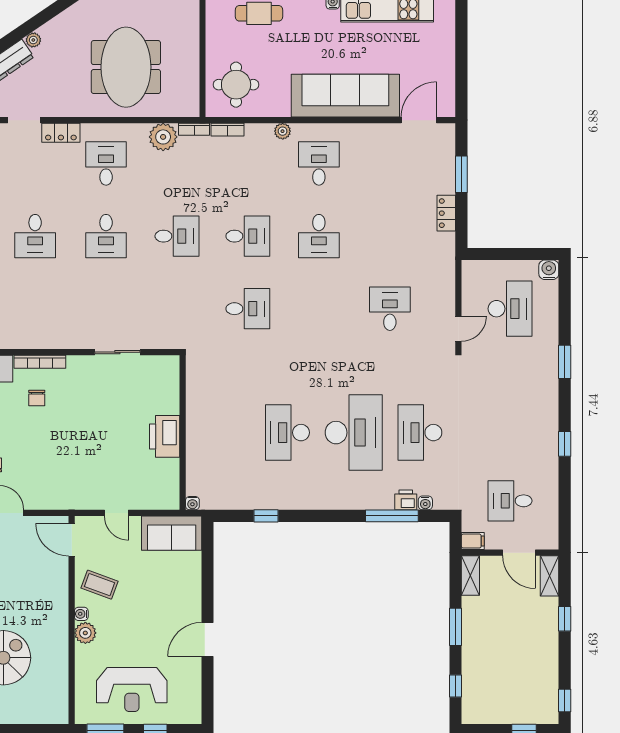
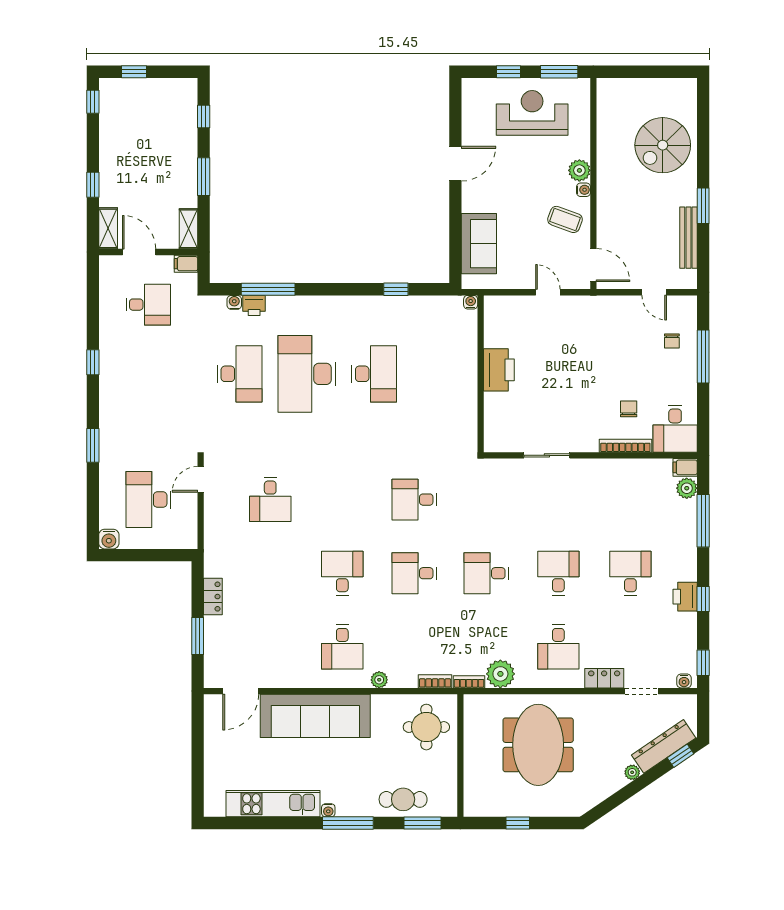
sofa: (172, 533) -> (479, 244), moved, turned 90

